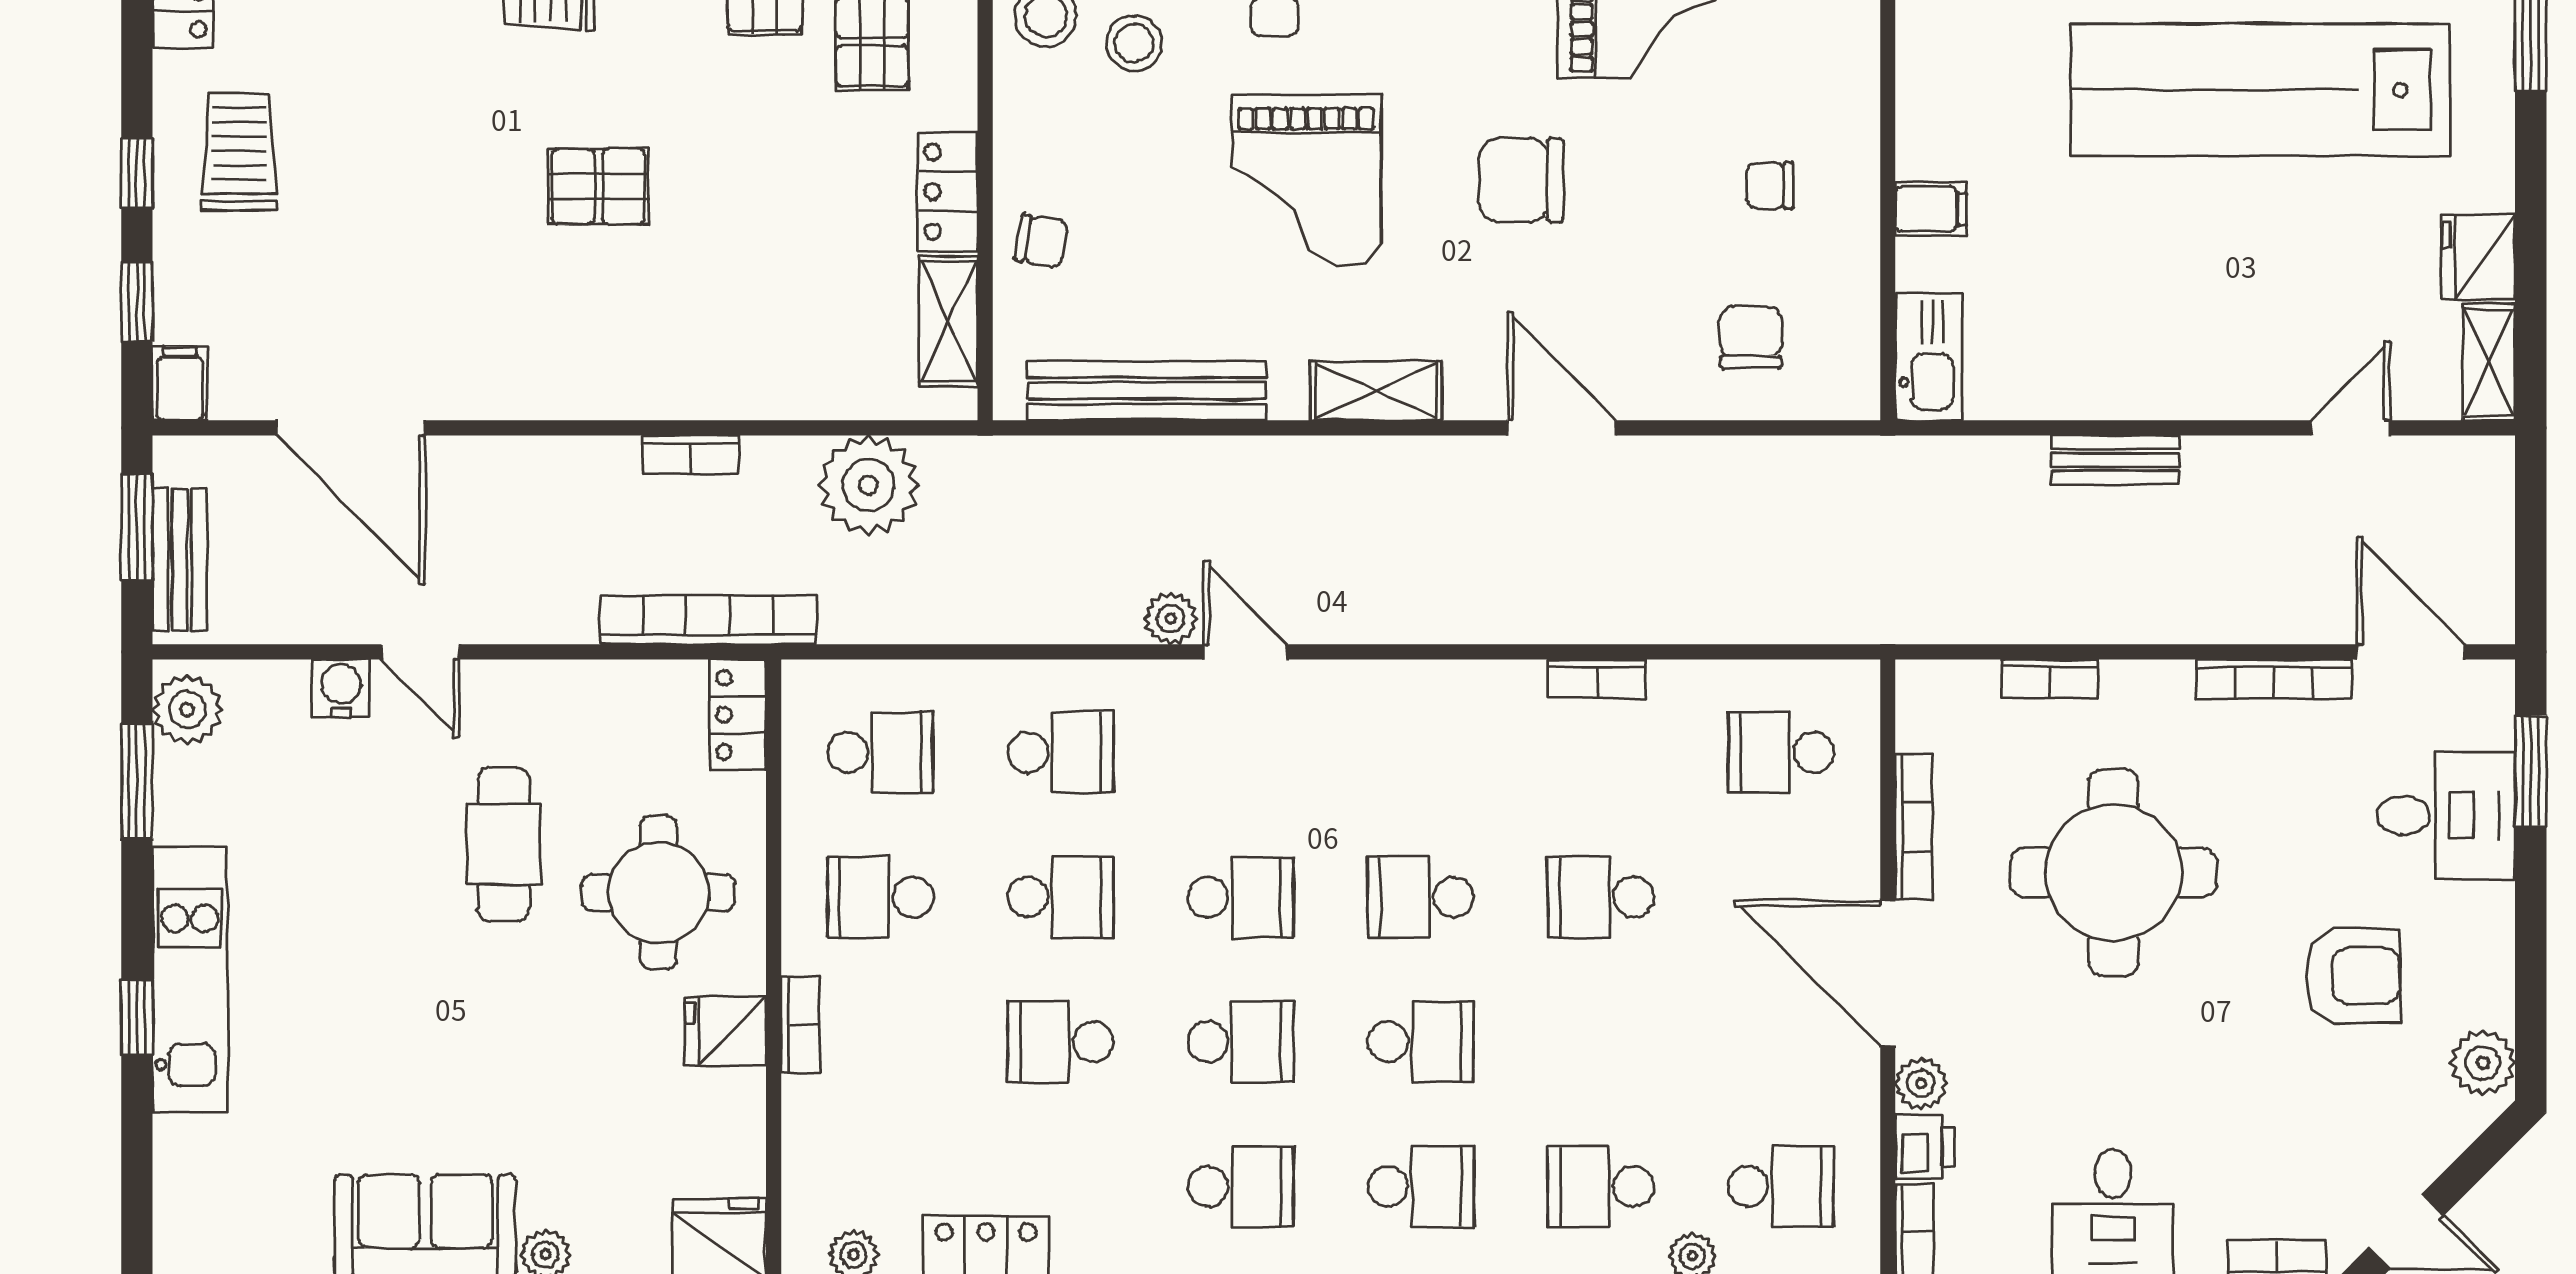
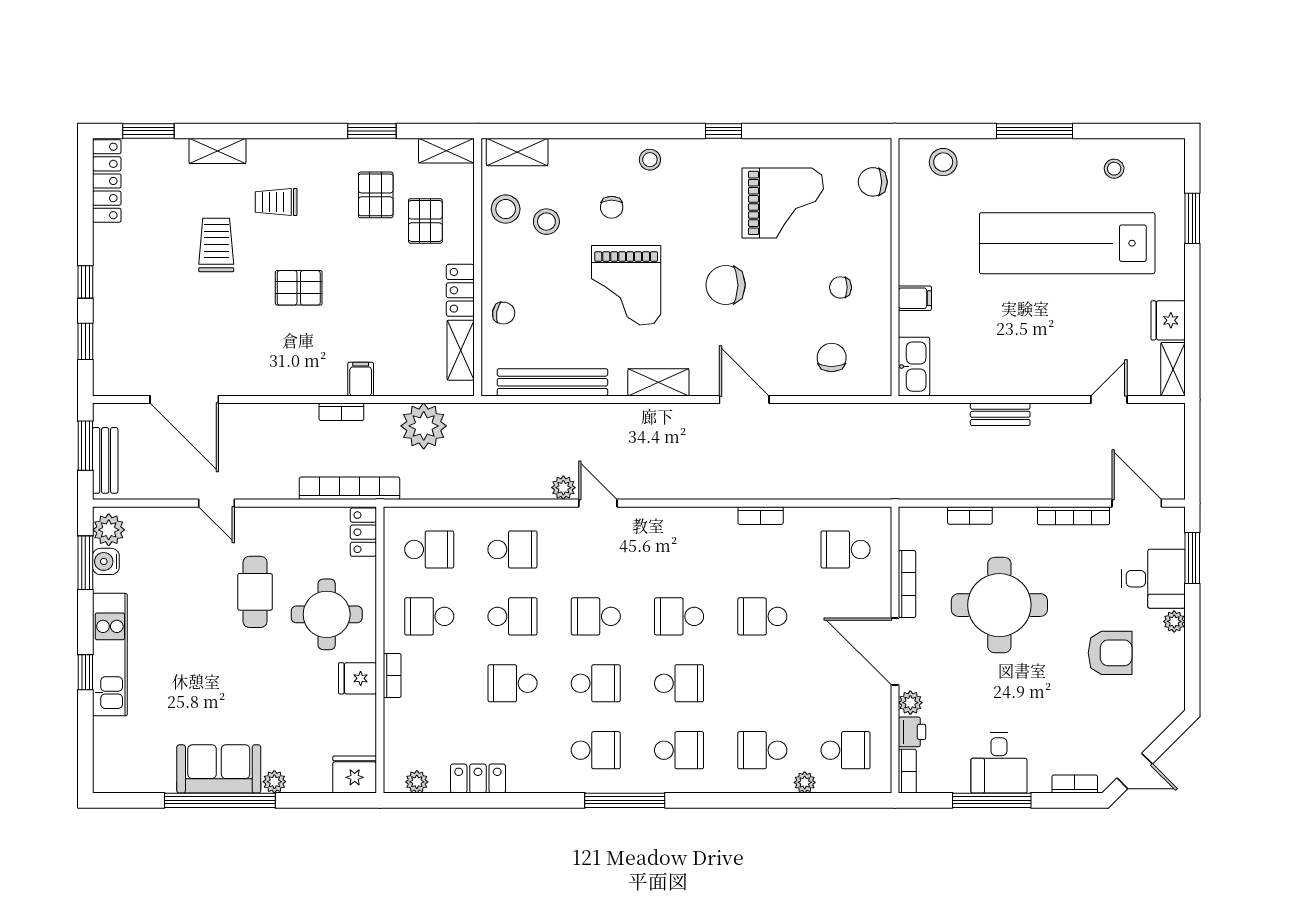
trolley: (239, 152) -> (216, 245), moved
filing cabinet: (180, 384) -> (361, 379), moved
water cooler: (341, 688) -> (106, 561), moved, turned -90
school desk: (1241, 897) -> (596, 616), turned 180
plant: (2483, 1063) -> (1174, 621), moved, width x0.73, depth x0.73

